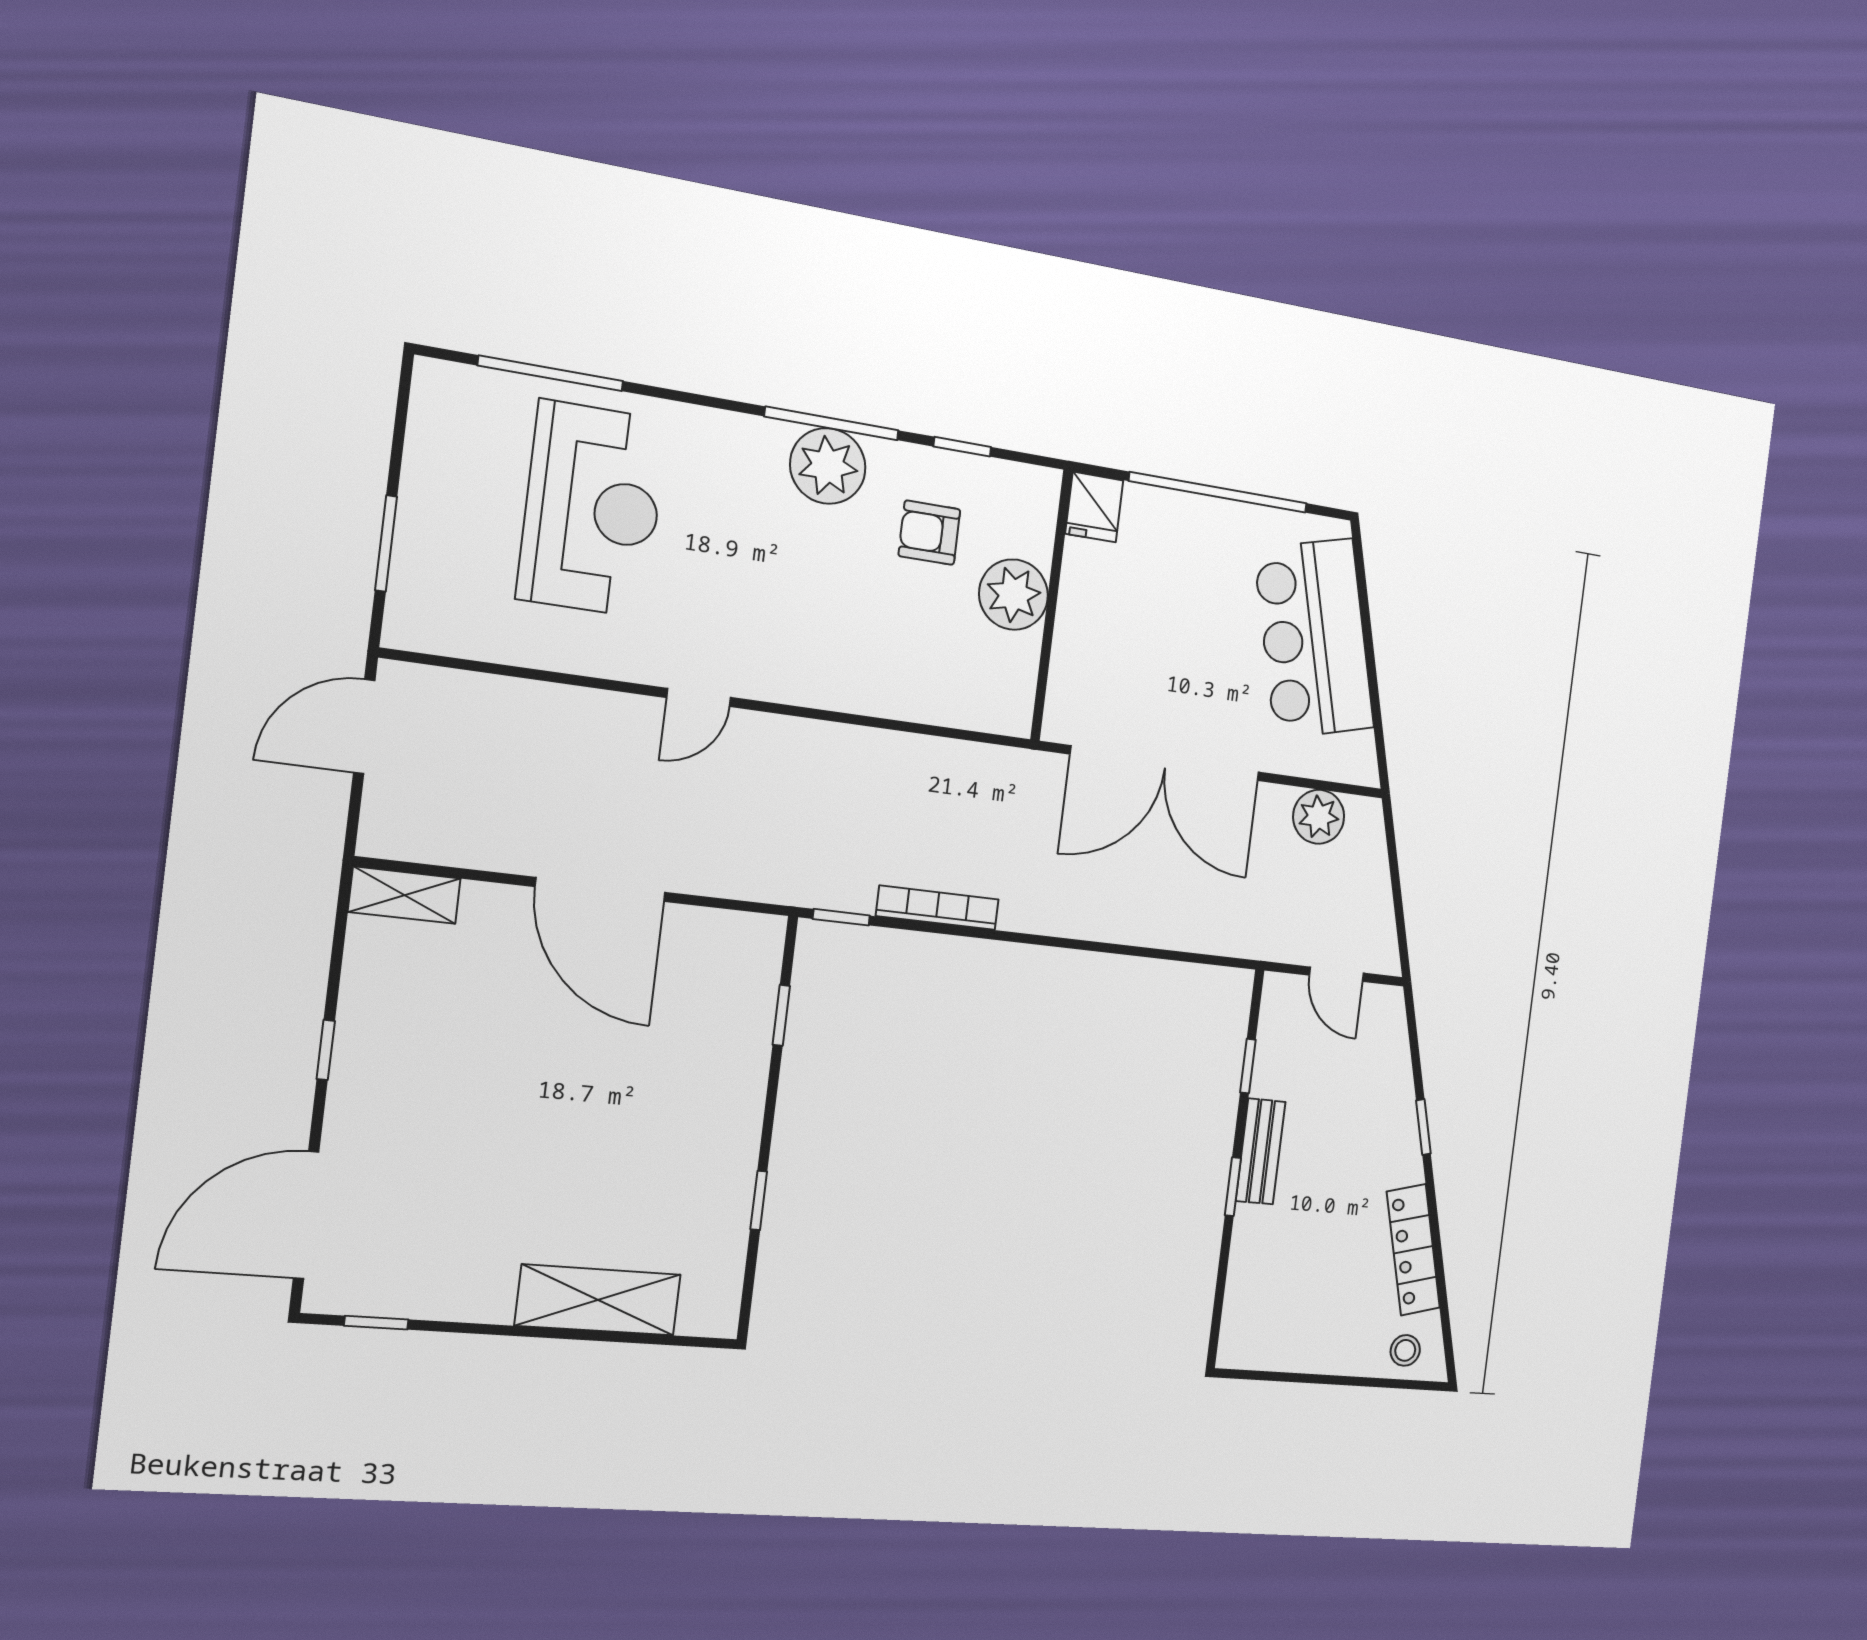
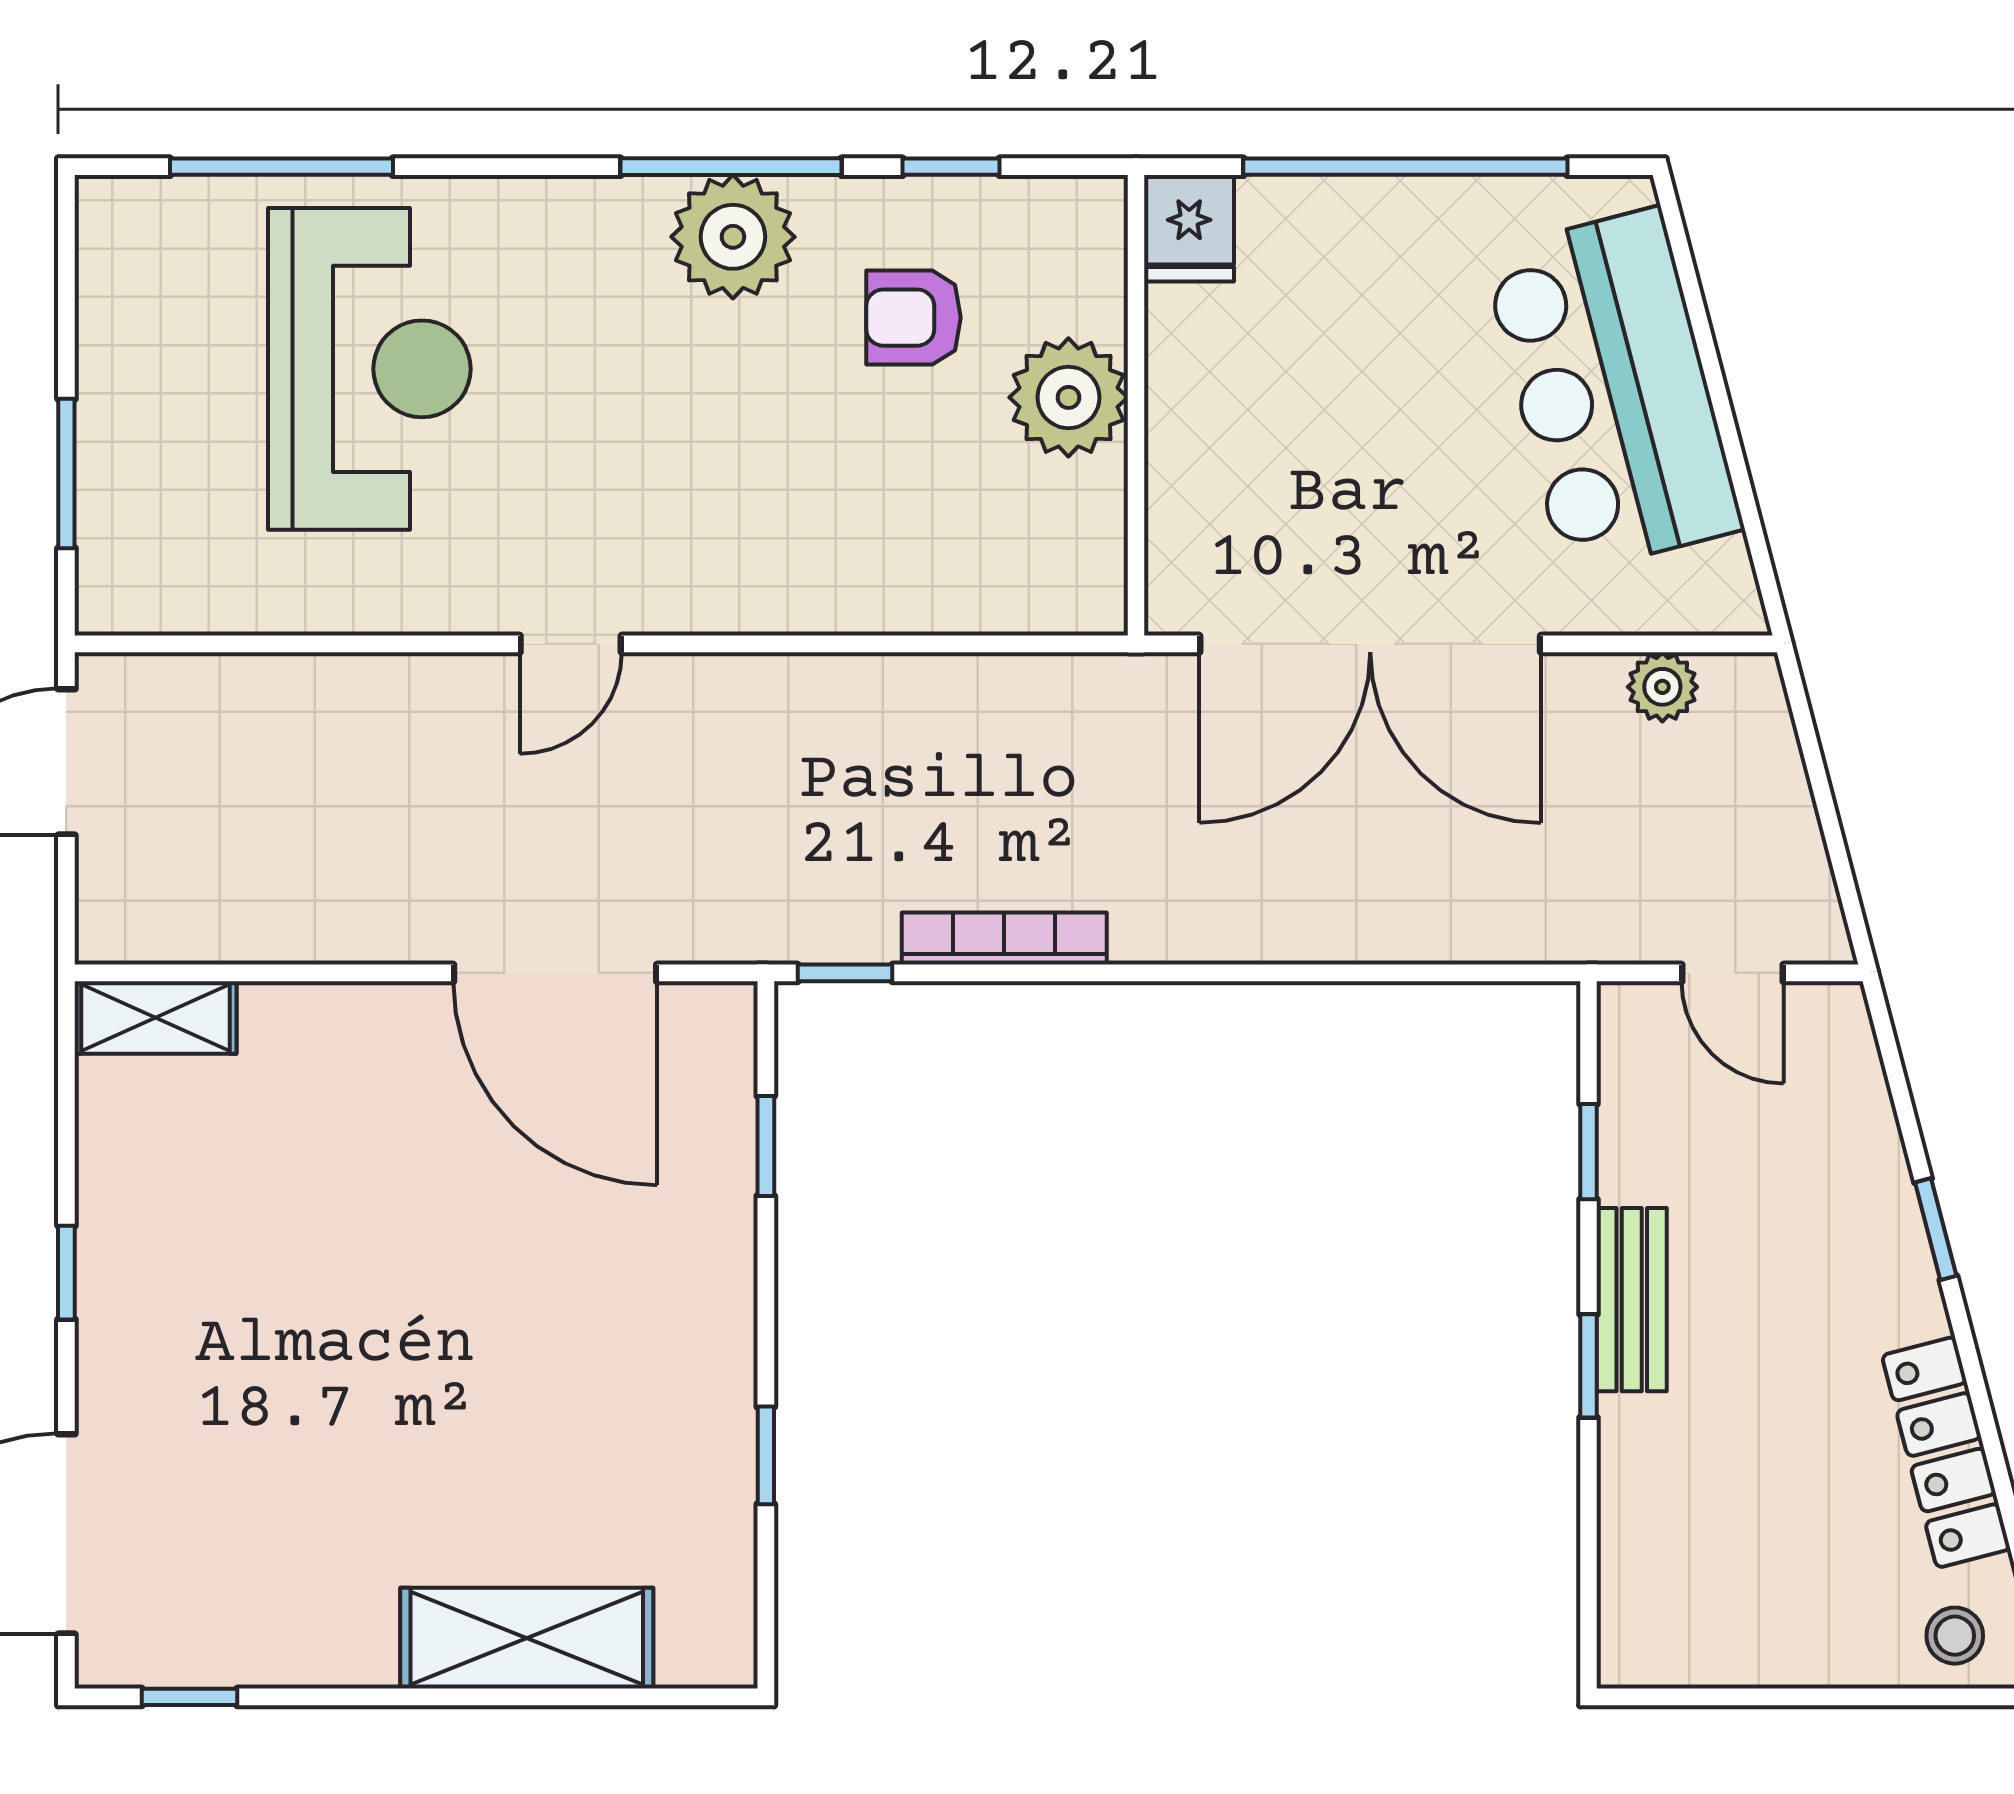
plant: (1319, 817) -> (1662, 687), width x0.73, depth x0.73
door: (600, 889) -> (555, 973), moved

